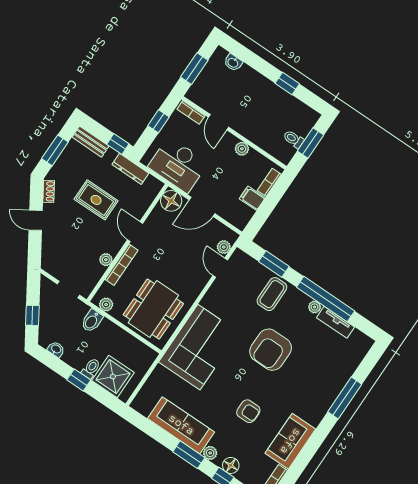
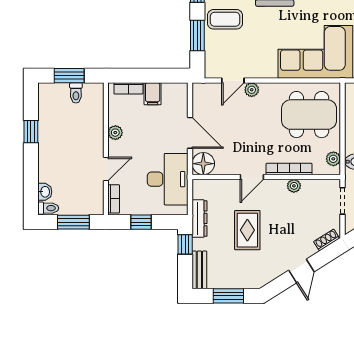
toilet: (219, 57) -> (48, 208), added
shoe rack: (49, 191) -> (327, 240), moved
plant: (224, 247) -> (252, 90), moved

